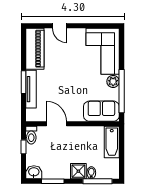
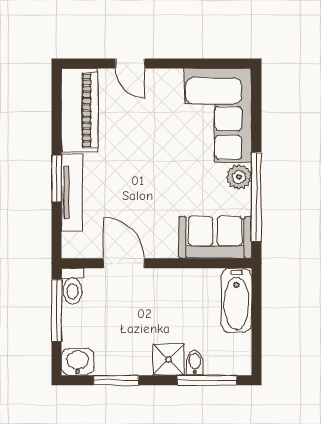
window: (23, 147) -> (57, 310), width x2.17

